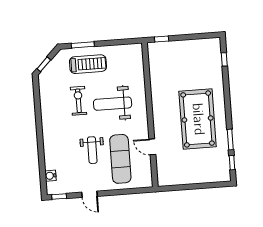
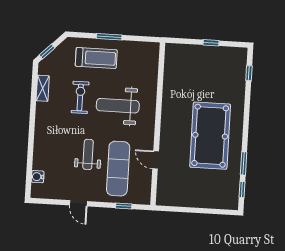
window: (162, 39) -> (211, 43), moved
window: (83, 45) -> (109, 37), moved
shelving: (44, 97) -> (43, 88), added
weight bench: (92, 150) -> (88, 154), turned 180
window: (59, 197) -> (124, 206), moved

